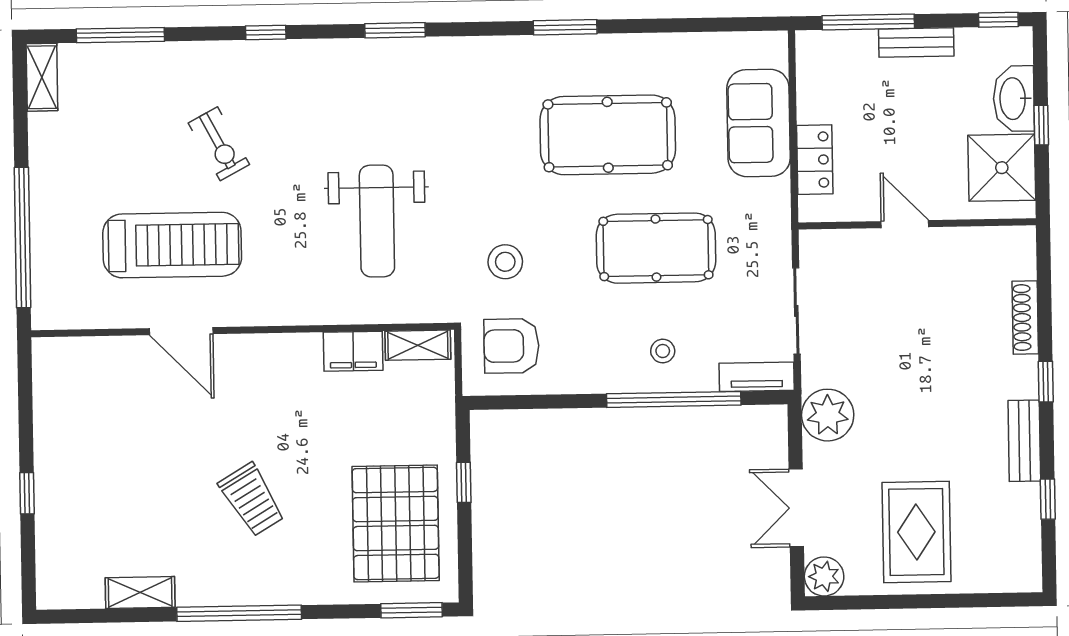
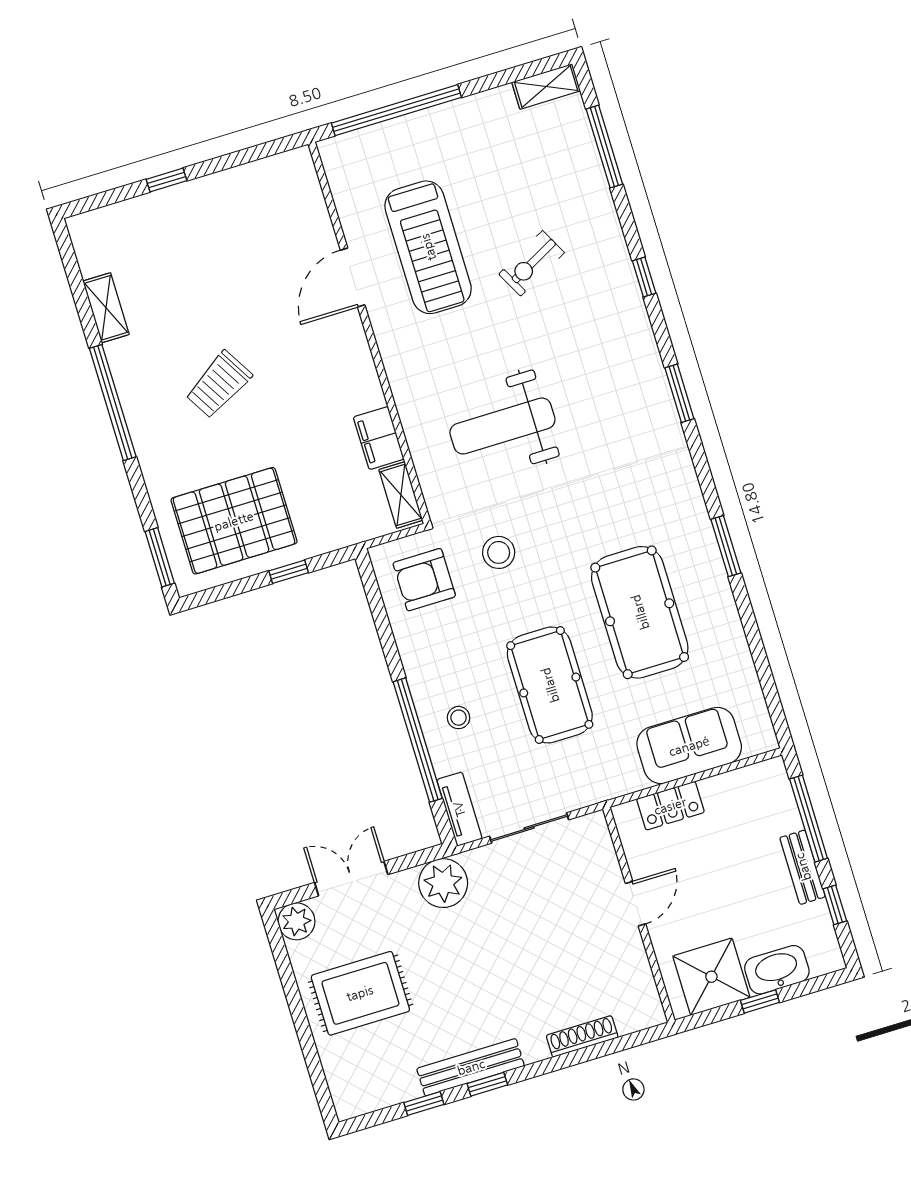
window: (998, 20) -> (835, 905), moved
armchair: (511, 346) -> (424, 580), turned -90
window: (1046, 382) -> (487, 1084), moved
bench: (1024, 441) -> (471, 1067), width x1.36

